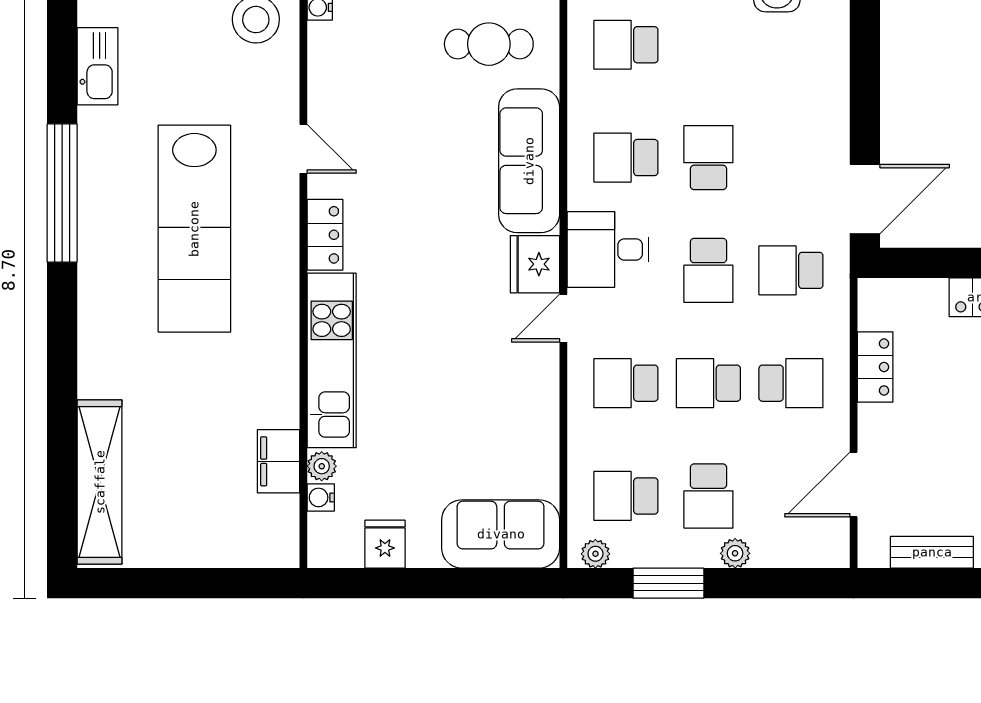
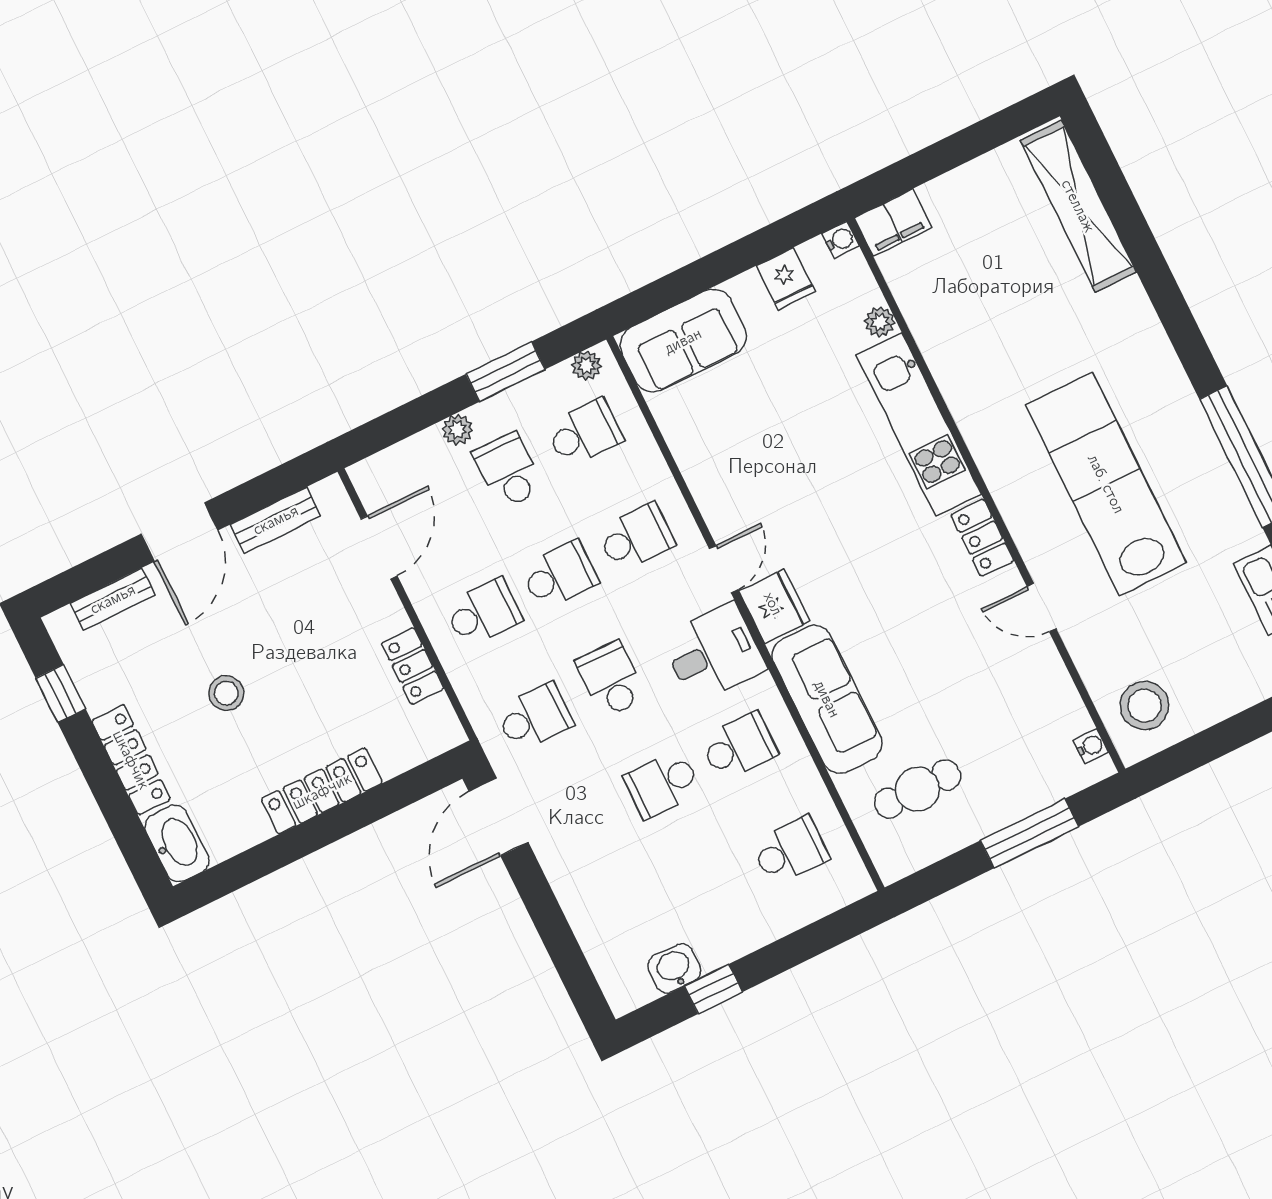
school desk: (708, 158) -> (662, 784), turned 90
school desk: (791, 383) -> (483, 613), turned 180
filing cabinet: (278, 461) -> (893, 223), moved, turned 90
water cooler: (321, 497) -> (841, 240), moved

